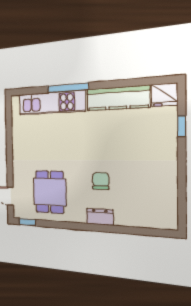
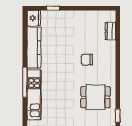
dresser: (100, 217) -> (110, 31), moved

